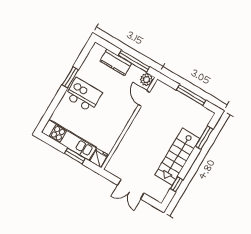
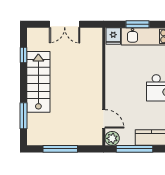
double door: (131, 189) -> (65, 24), swing flipped

